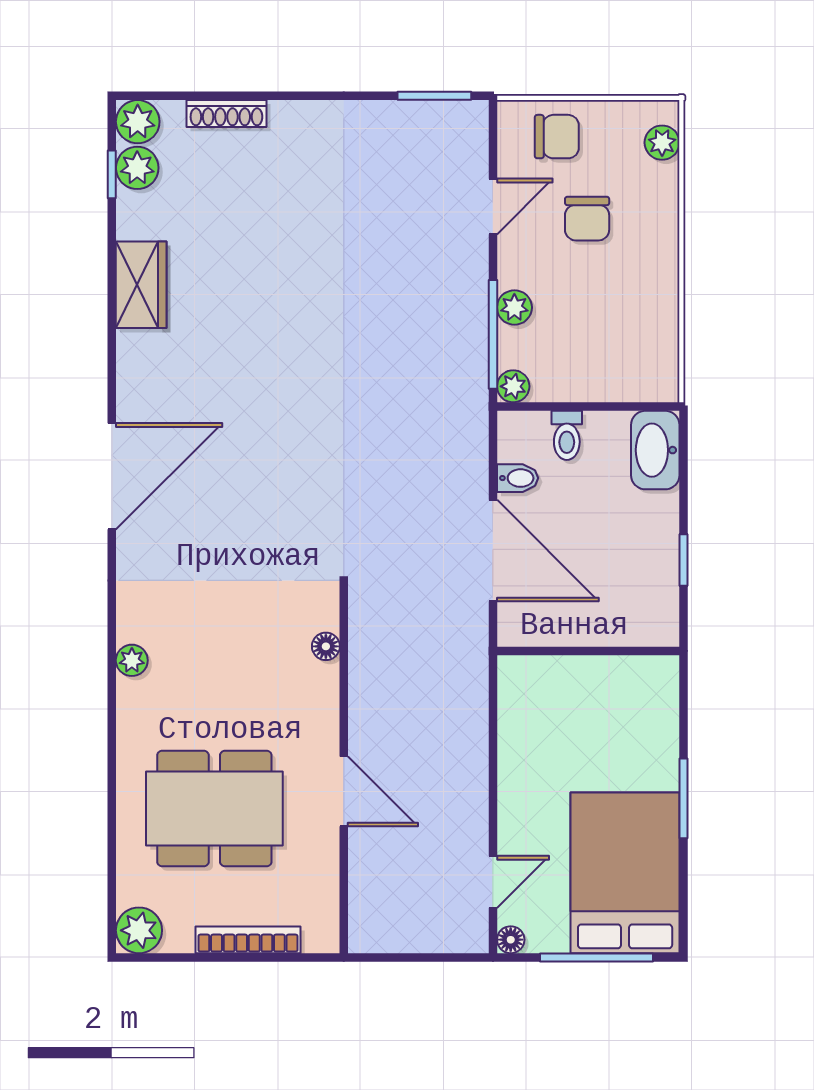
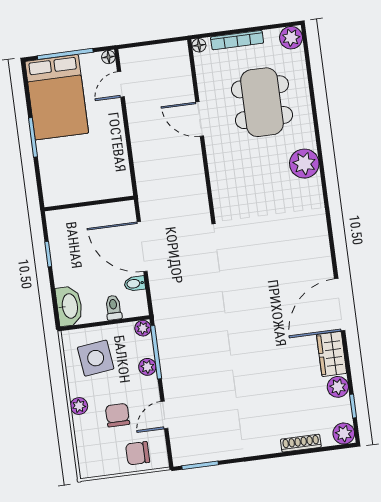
plant: (662, 143) -> (79, 406), moved
plant: (137, 168) -> (338, 387), moved
side table: (616, 339) -> (96, 358), added
door: (112, 476) -> (340, 305), moved
floor lamp: (326, 646) -> (199, 45), moved
plant: (132, 660) -> (304, 164), width x1.87, depth x1.87
dining table: (214, 809) -> (262, 102), turned 90

